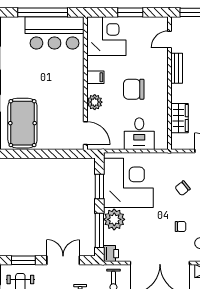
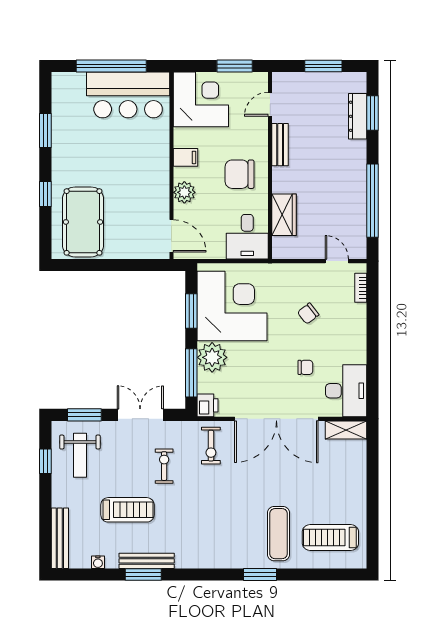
door: (169, 39) -> (270, 104), moved
bench: (177, 68) -> (280, 145), moved
wall: (169, 83) -> (270, 166), moved
wardrobe: (179, 118) -> (284, 215), moved

